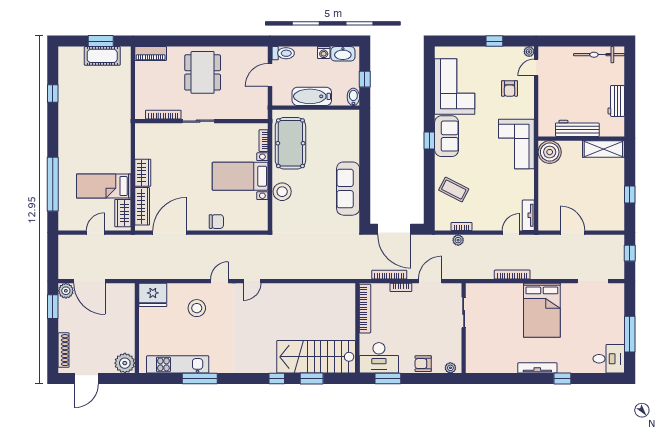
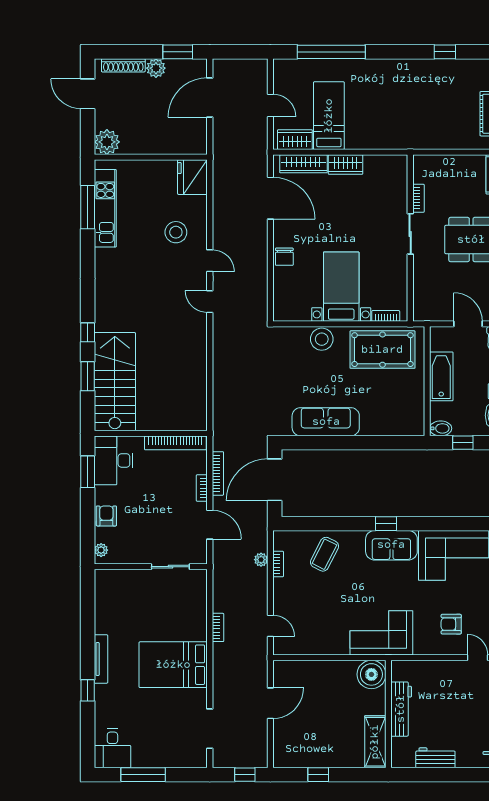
bookcase: (163, 115) -> (418, 198), width x0.64
tv unit: (528, 215) -> (292, 648), removed
bookcase: (512, 275) -> (218, 627), width x0.64
plant: (66, 291) -> (156, 68), moved
window: (200, 379) -> (88, 207), moved

